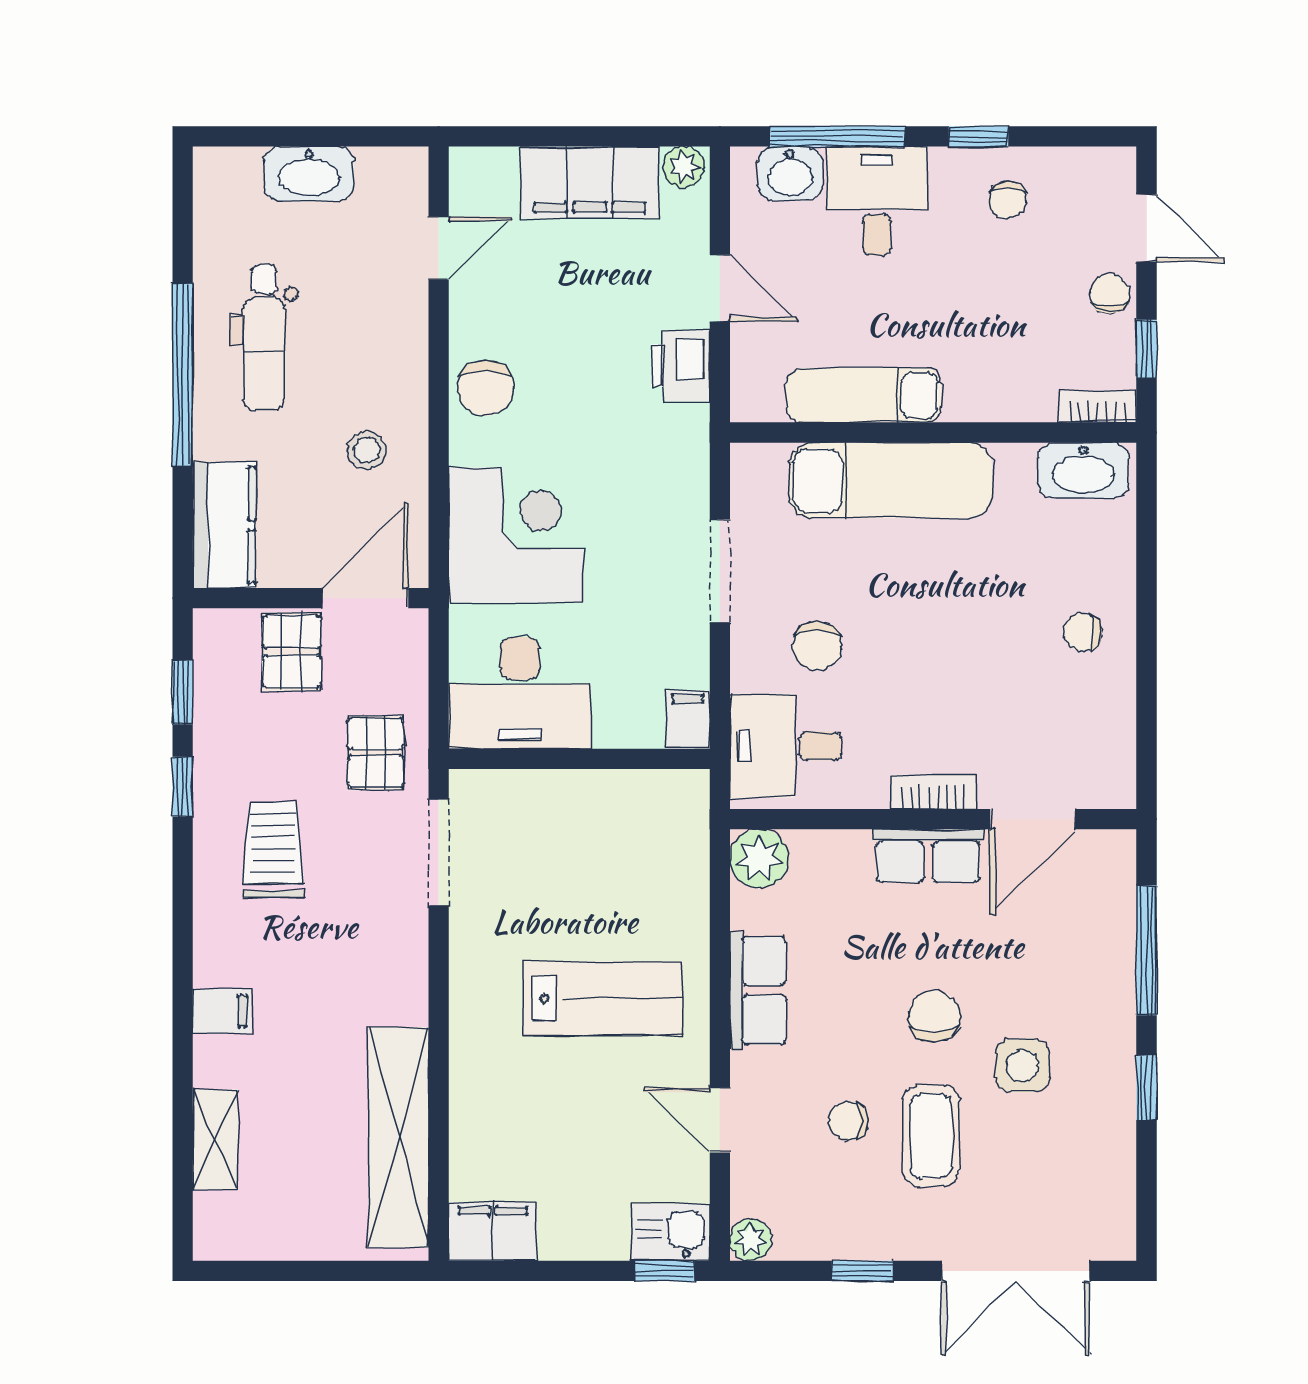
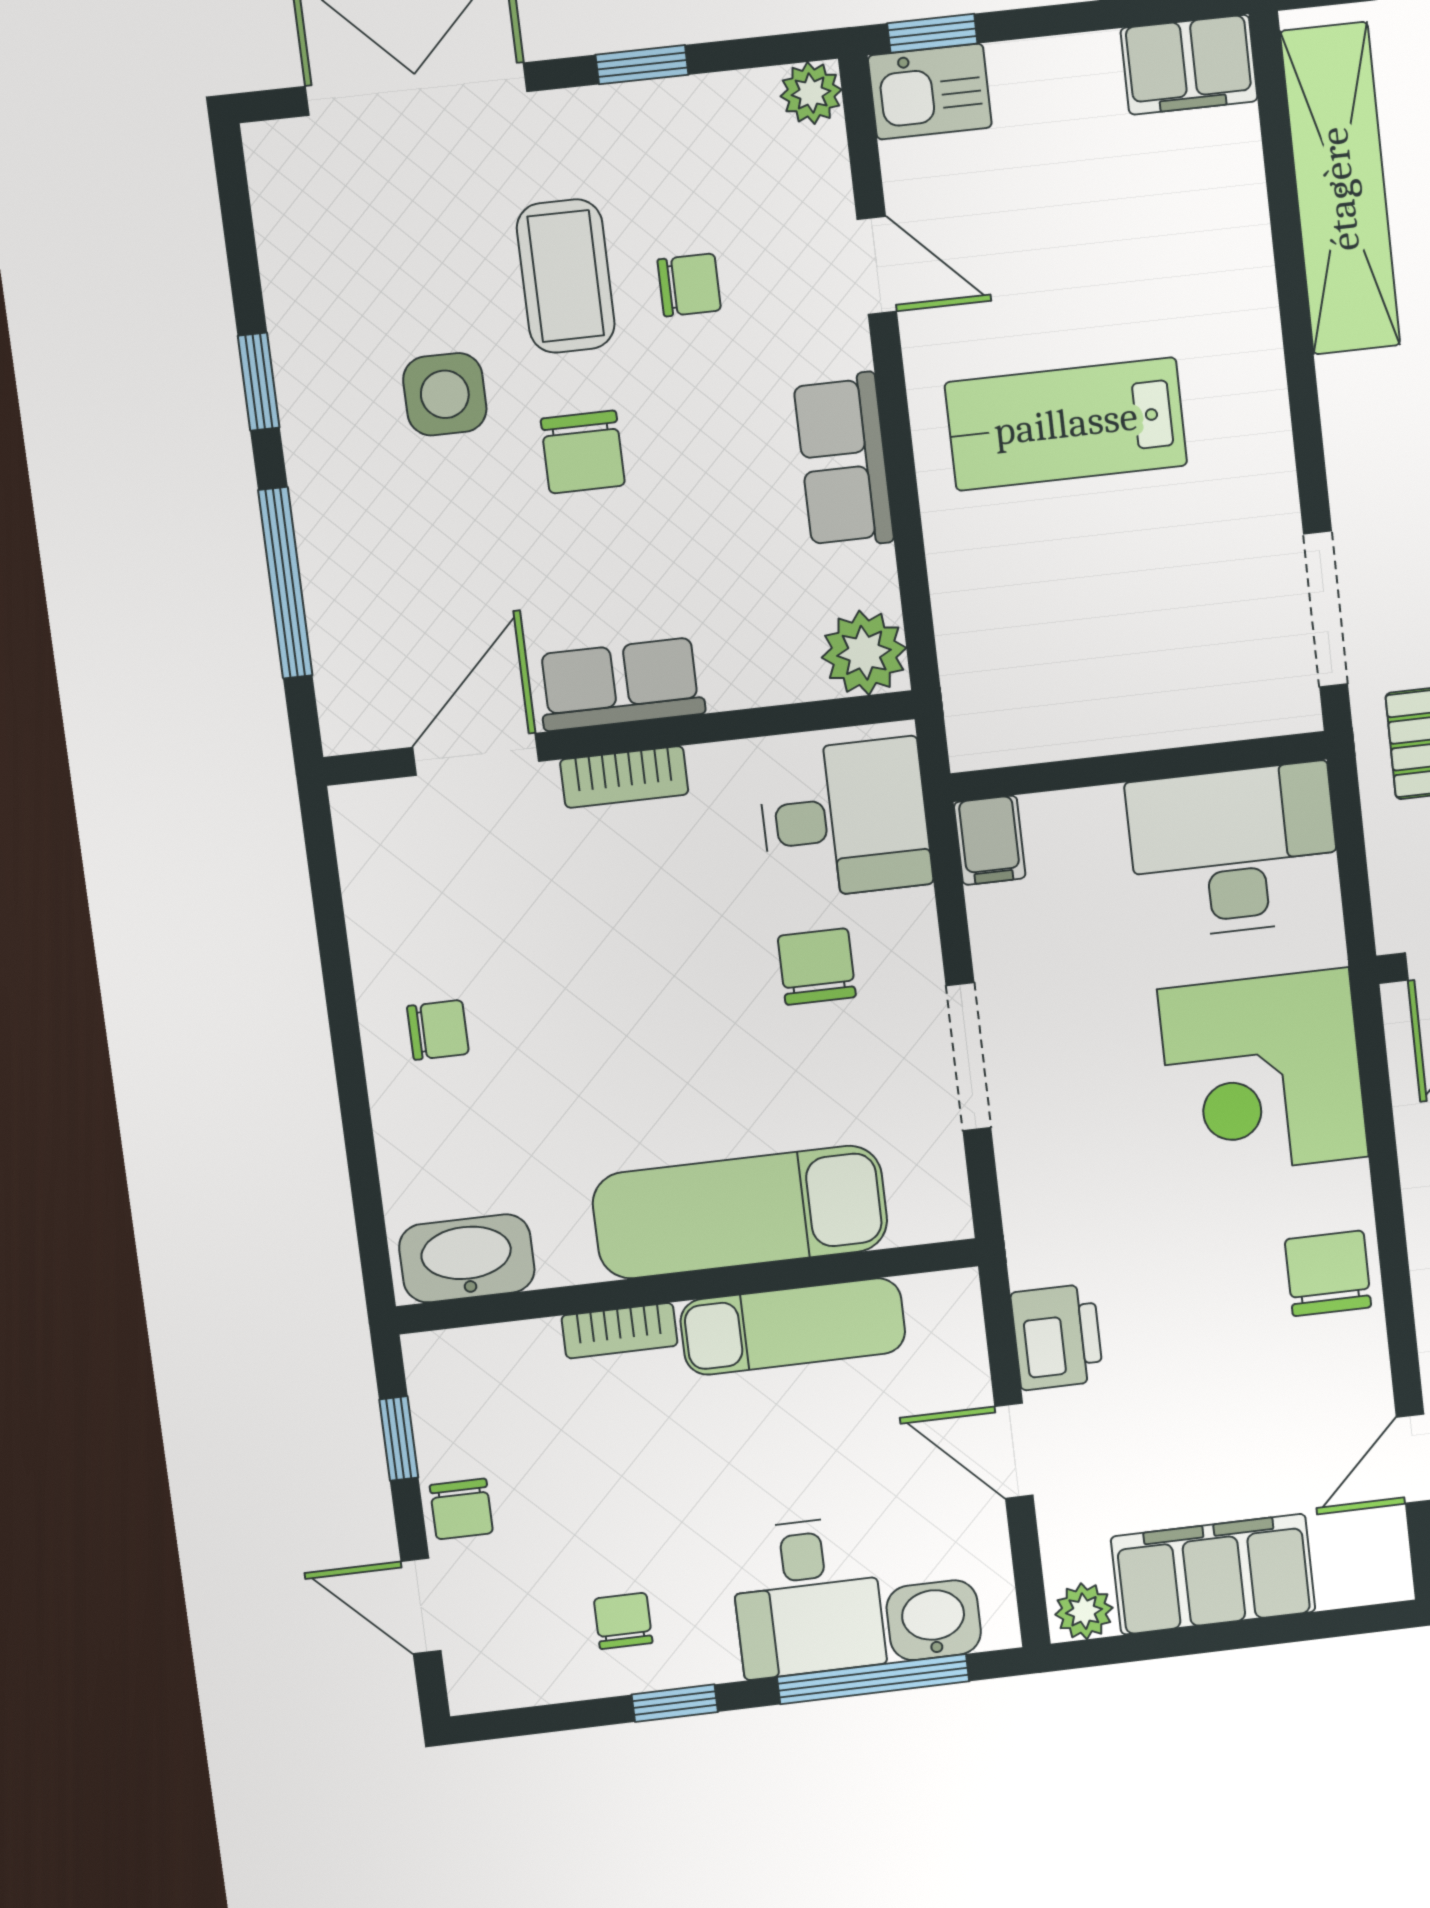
bookcase: (1097, 407) -> (620, 1331), moved

